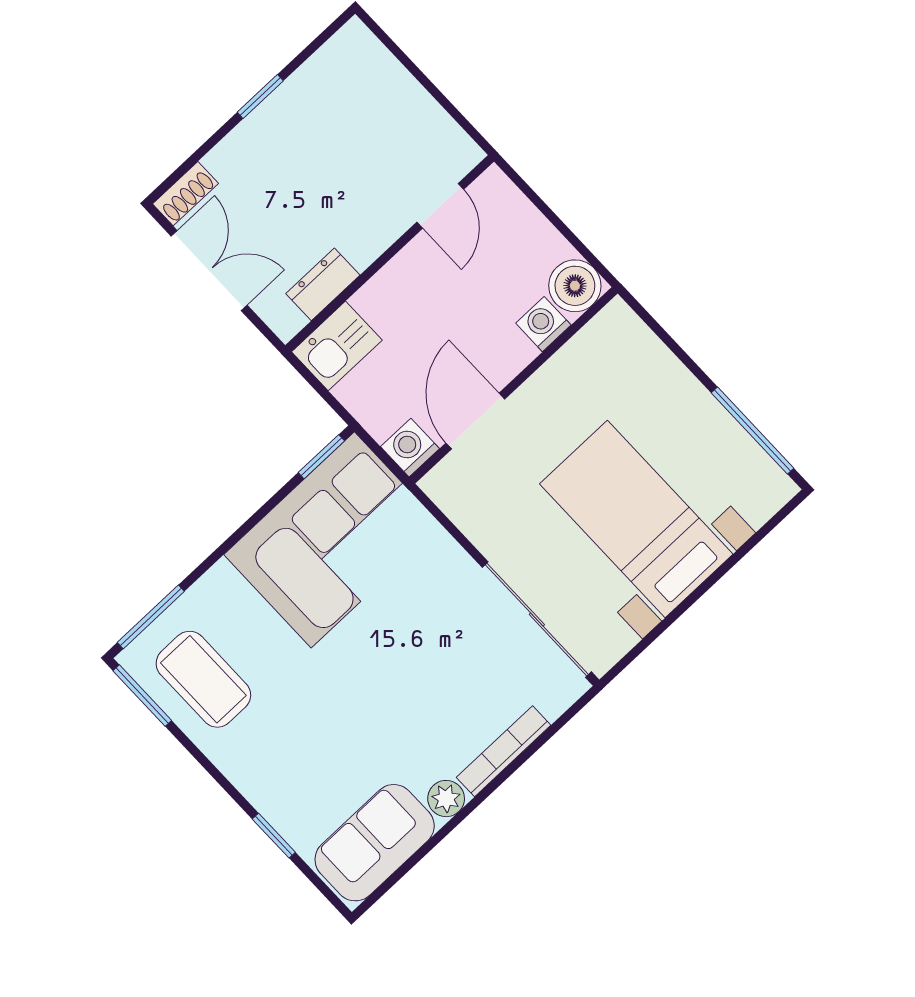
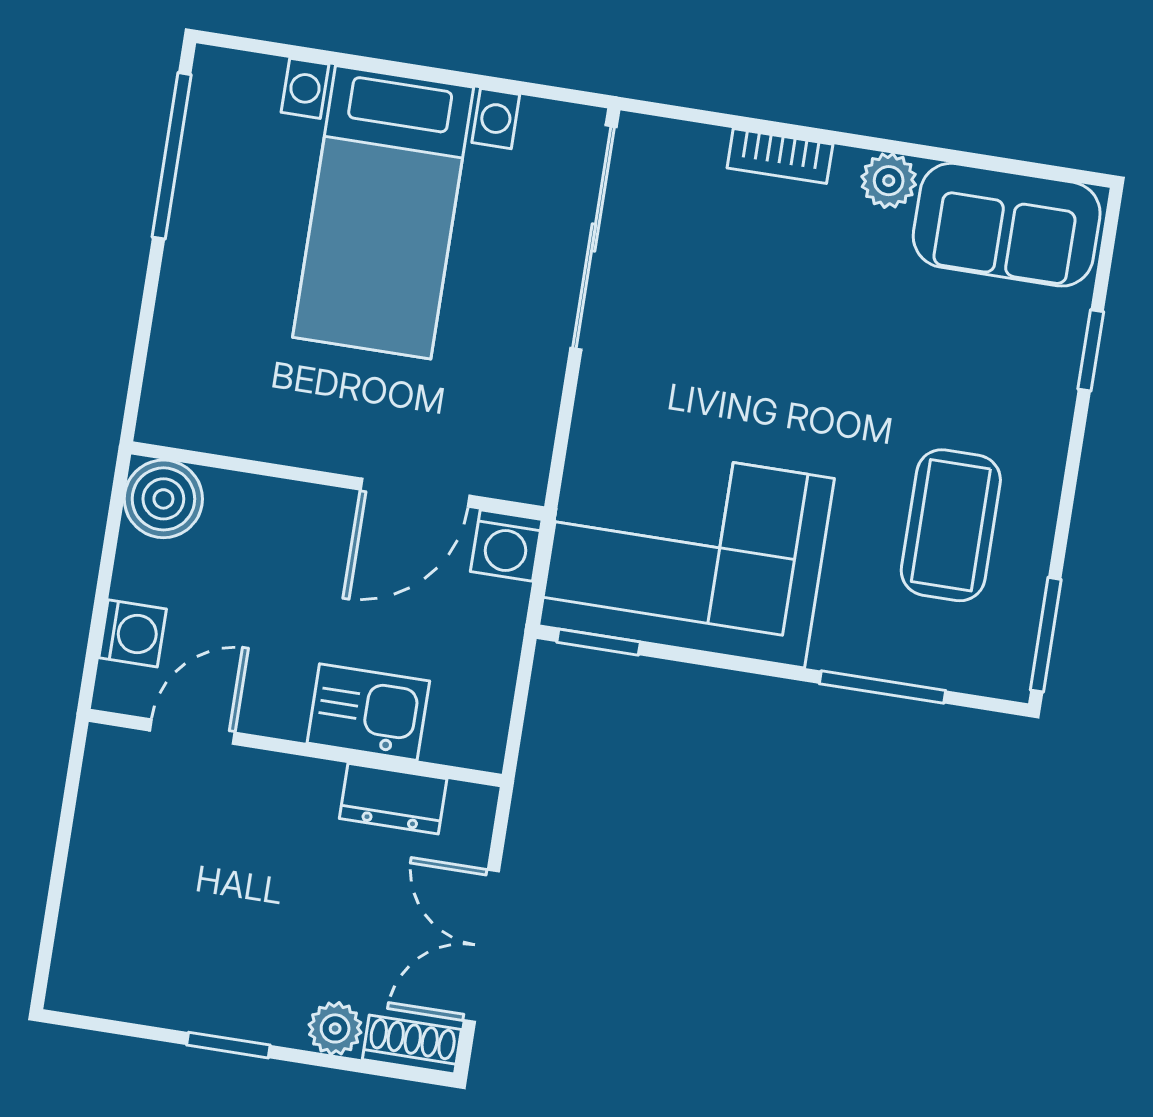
plant: (225, 160) -> (335, 1028), added
washing machine: (543, 324) -> (133, 633), moved, turned -90
kitchen sink: (337, 346) -> (368, 712), moved
window: (151, 617) -> (882, 687), moved
coffee table: (203, 679) -> (951, 525), moved
bookcase: (504, 751) -> (780, 156), width x0.64

